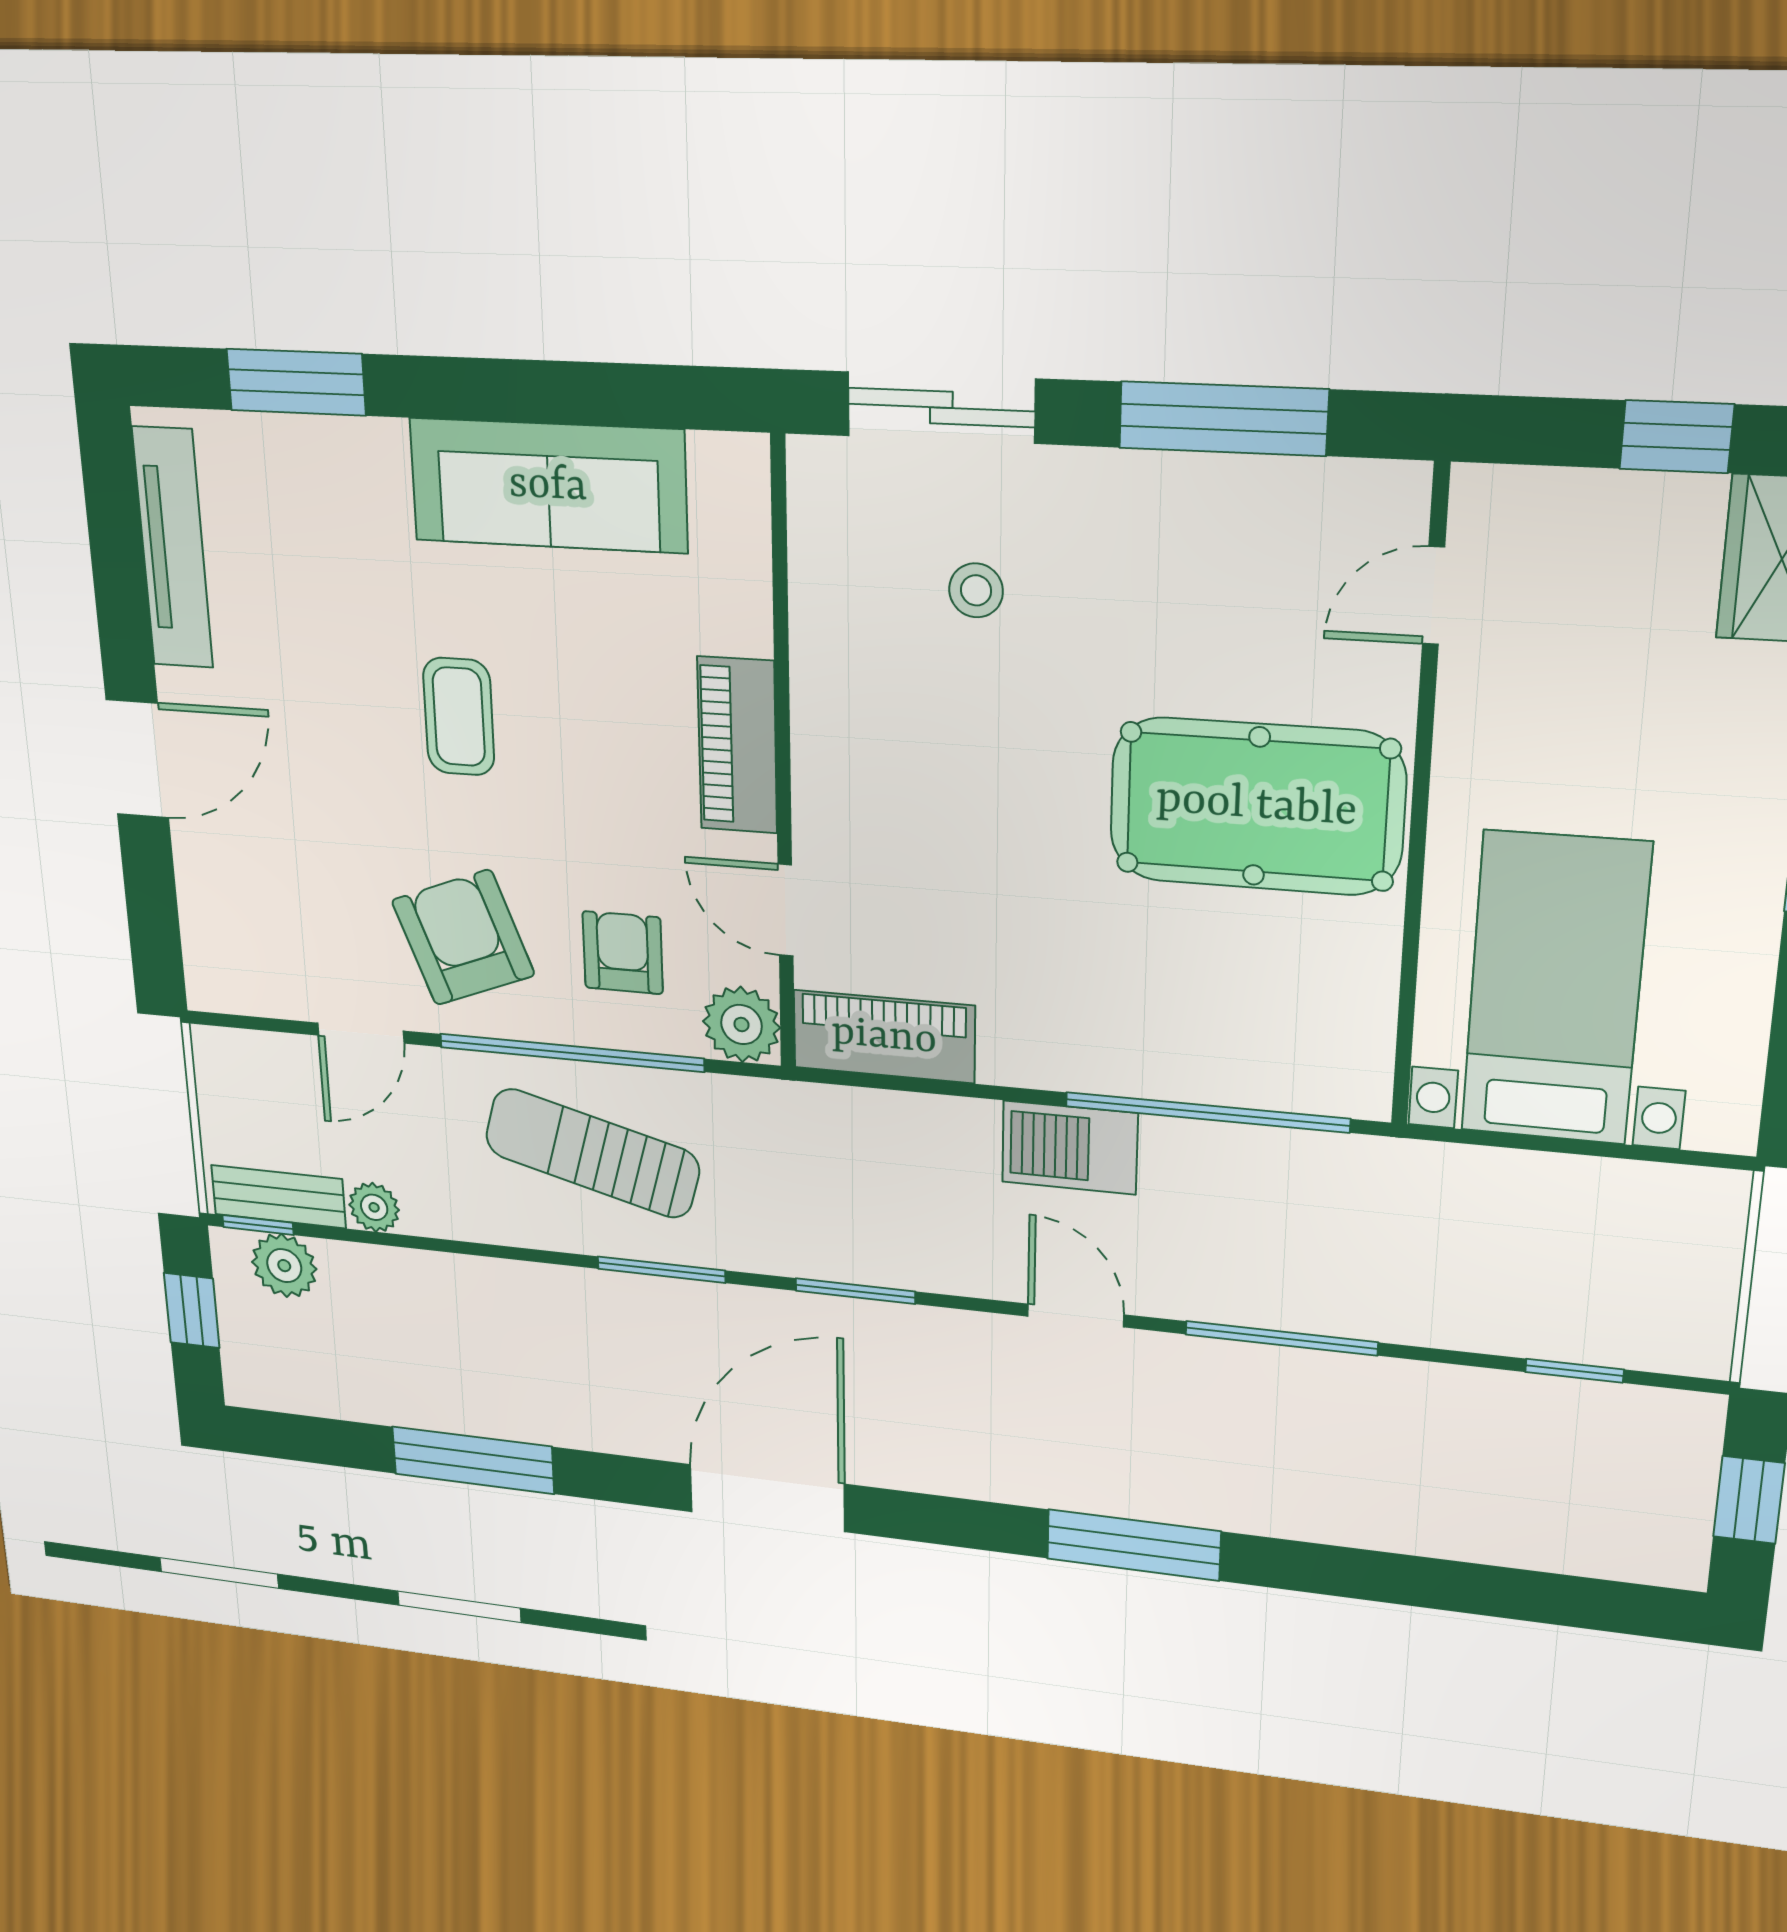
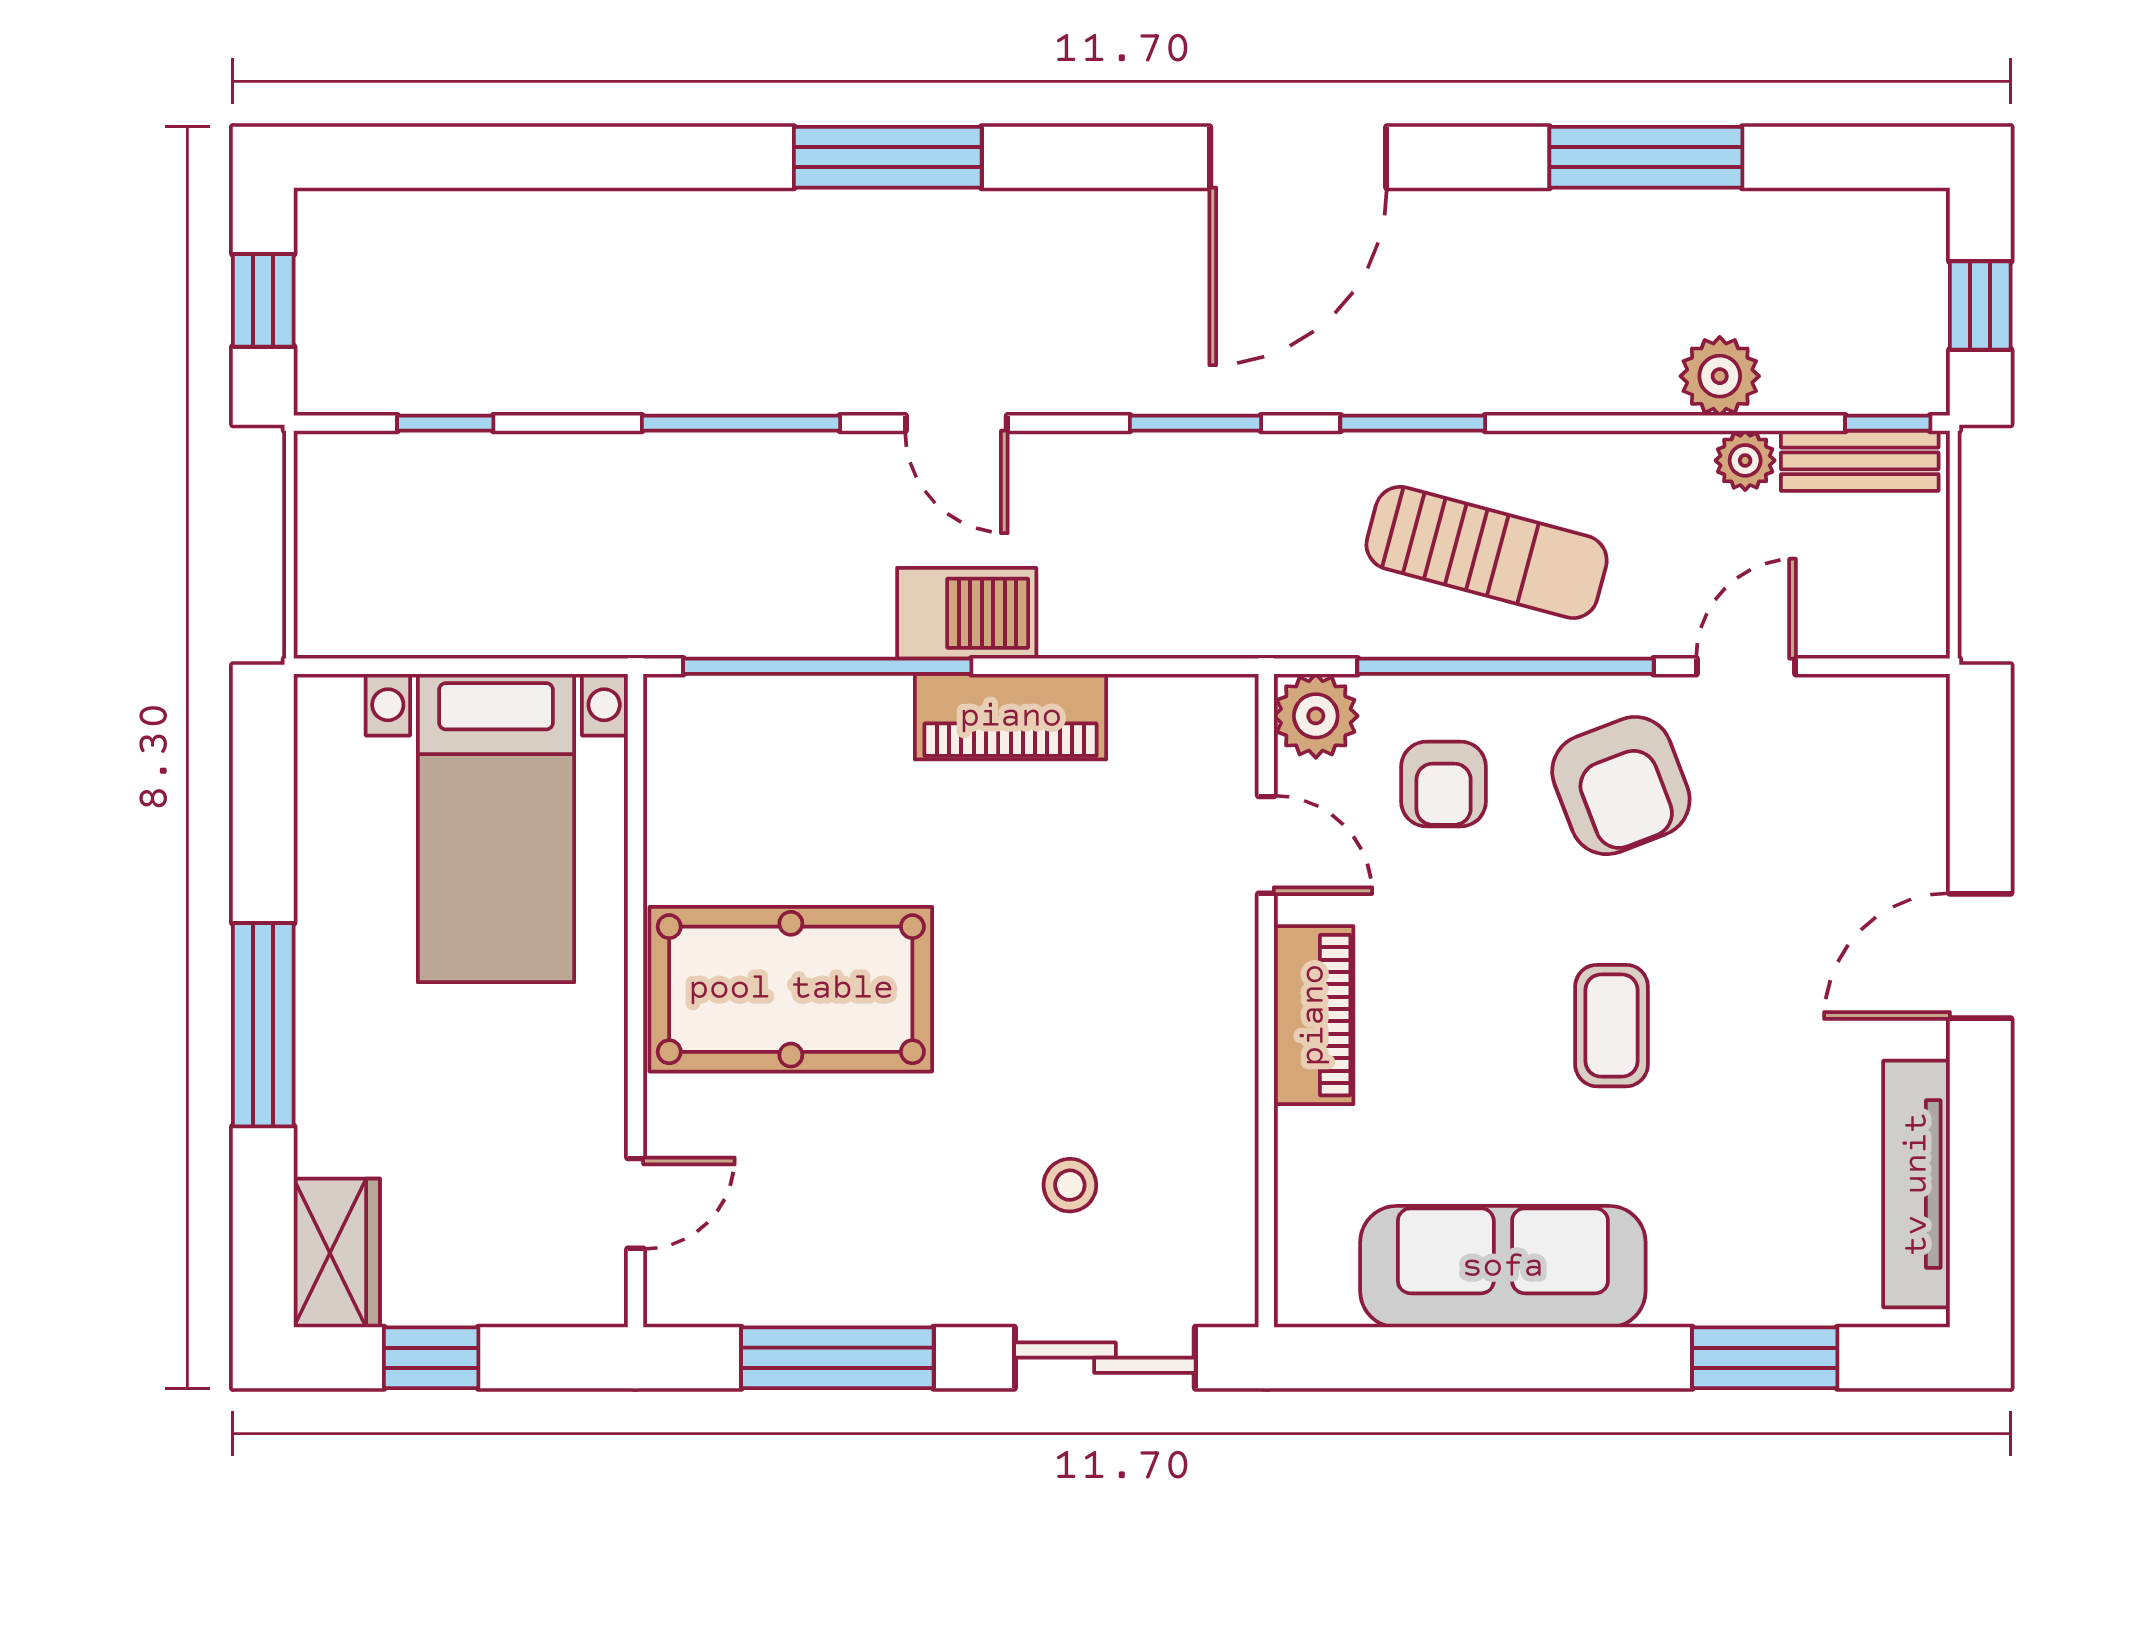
piano: (884, 1037) -> (1011, 717), moved
plant: (284, 1266) -> (1720, 376), moved

